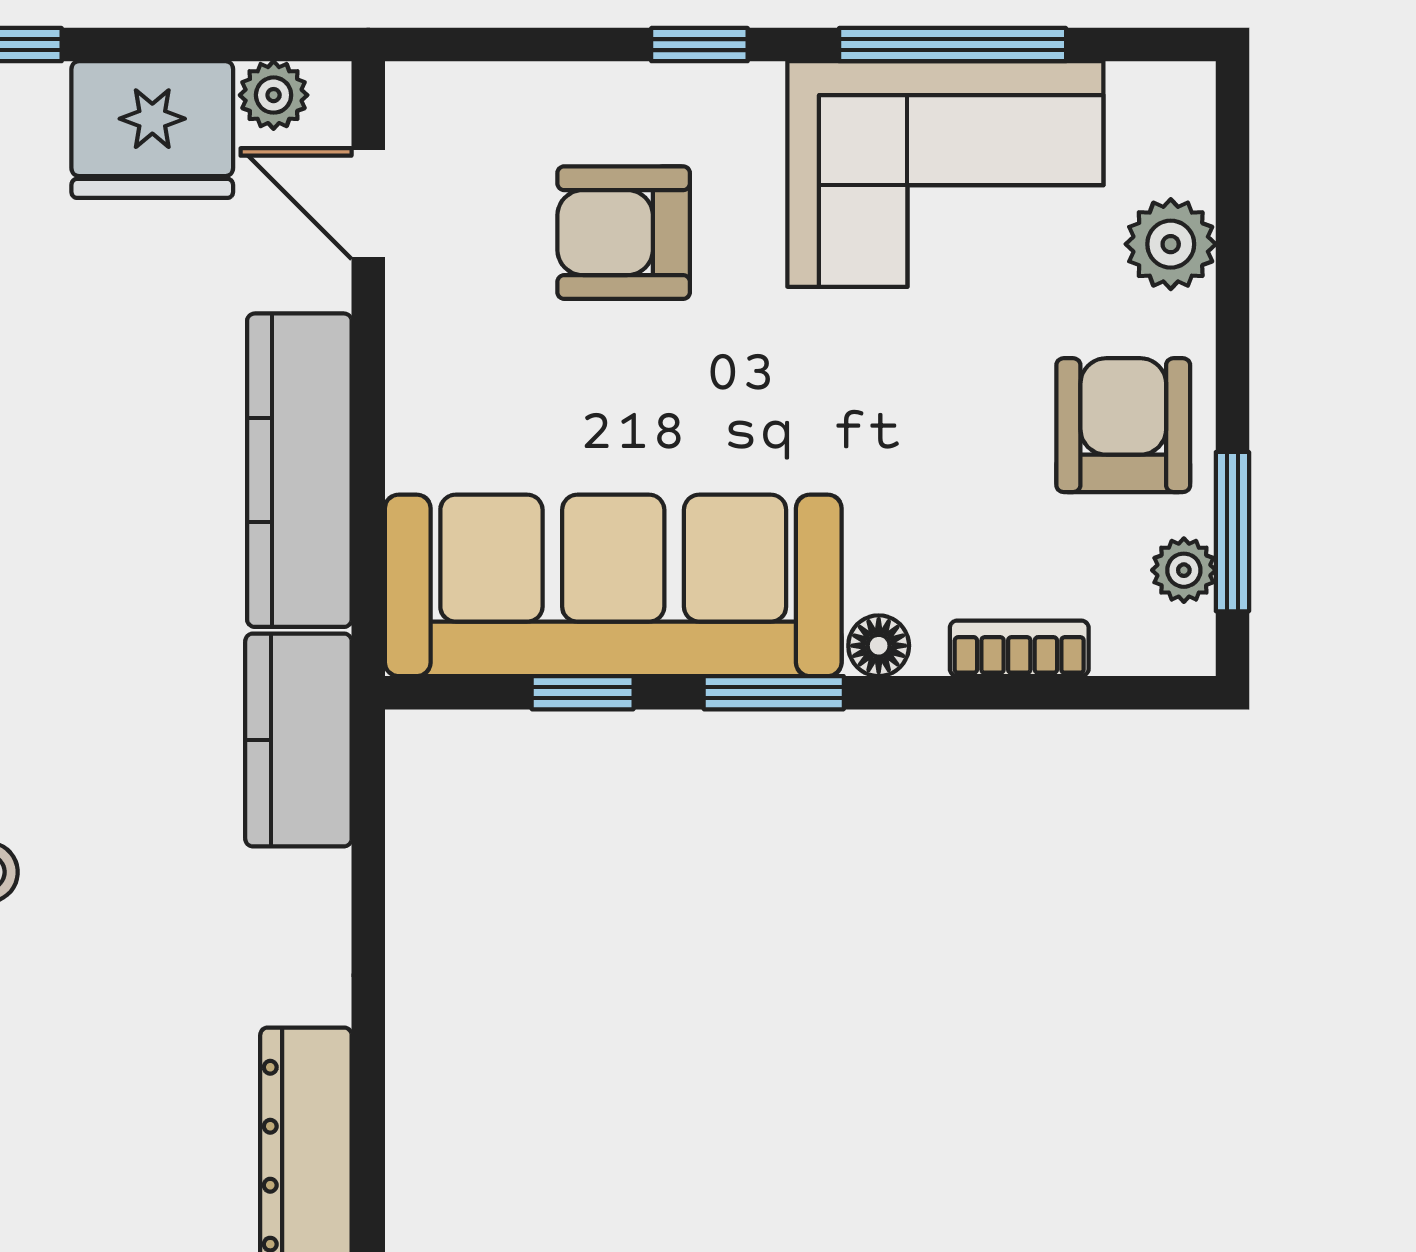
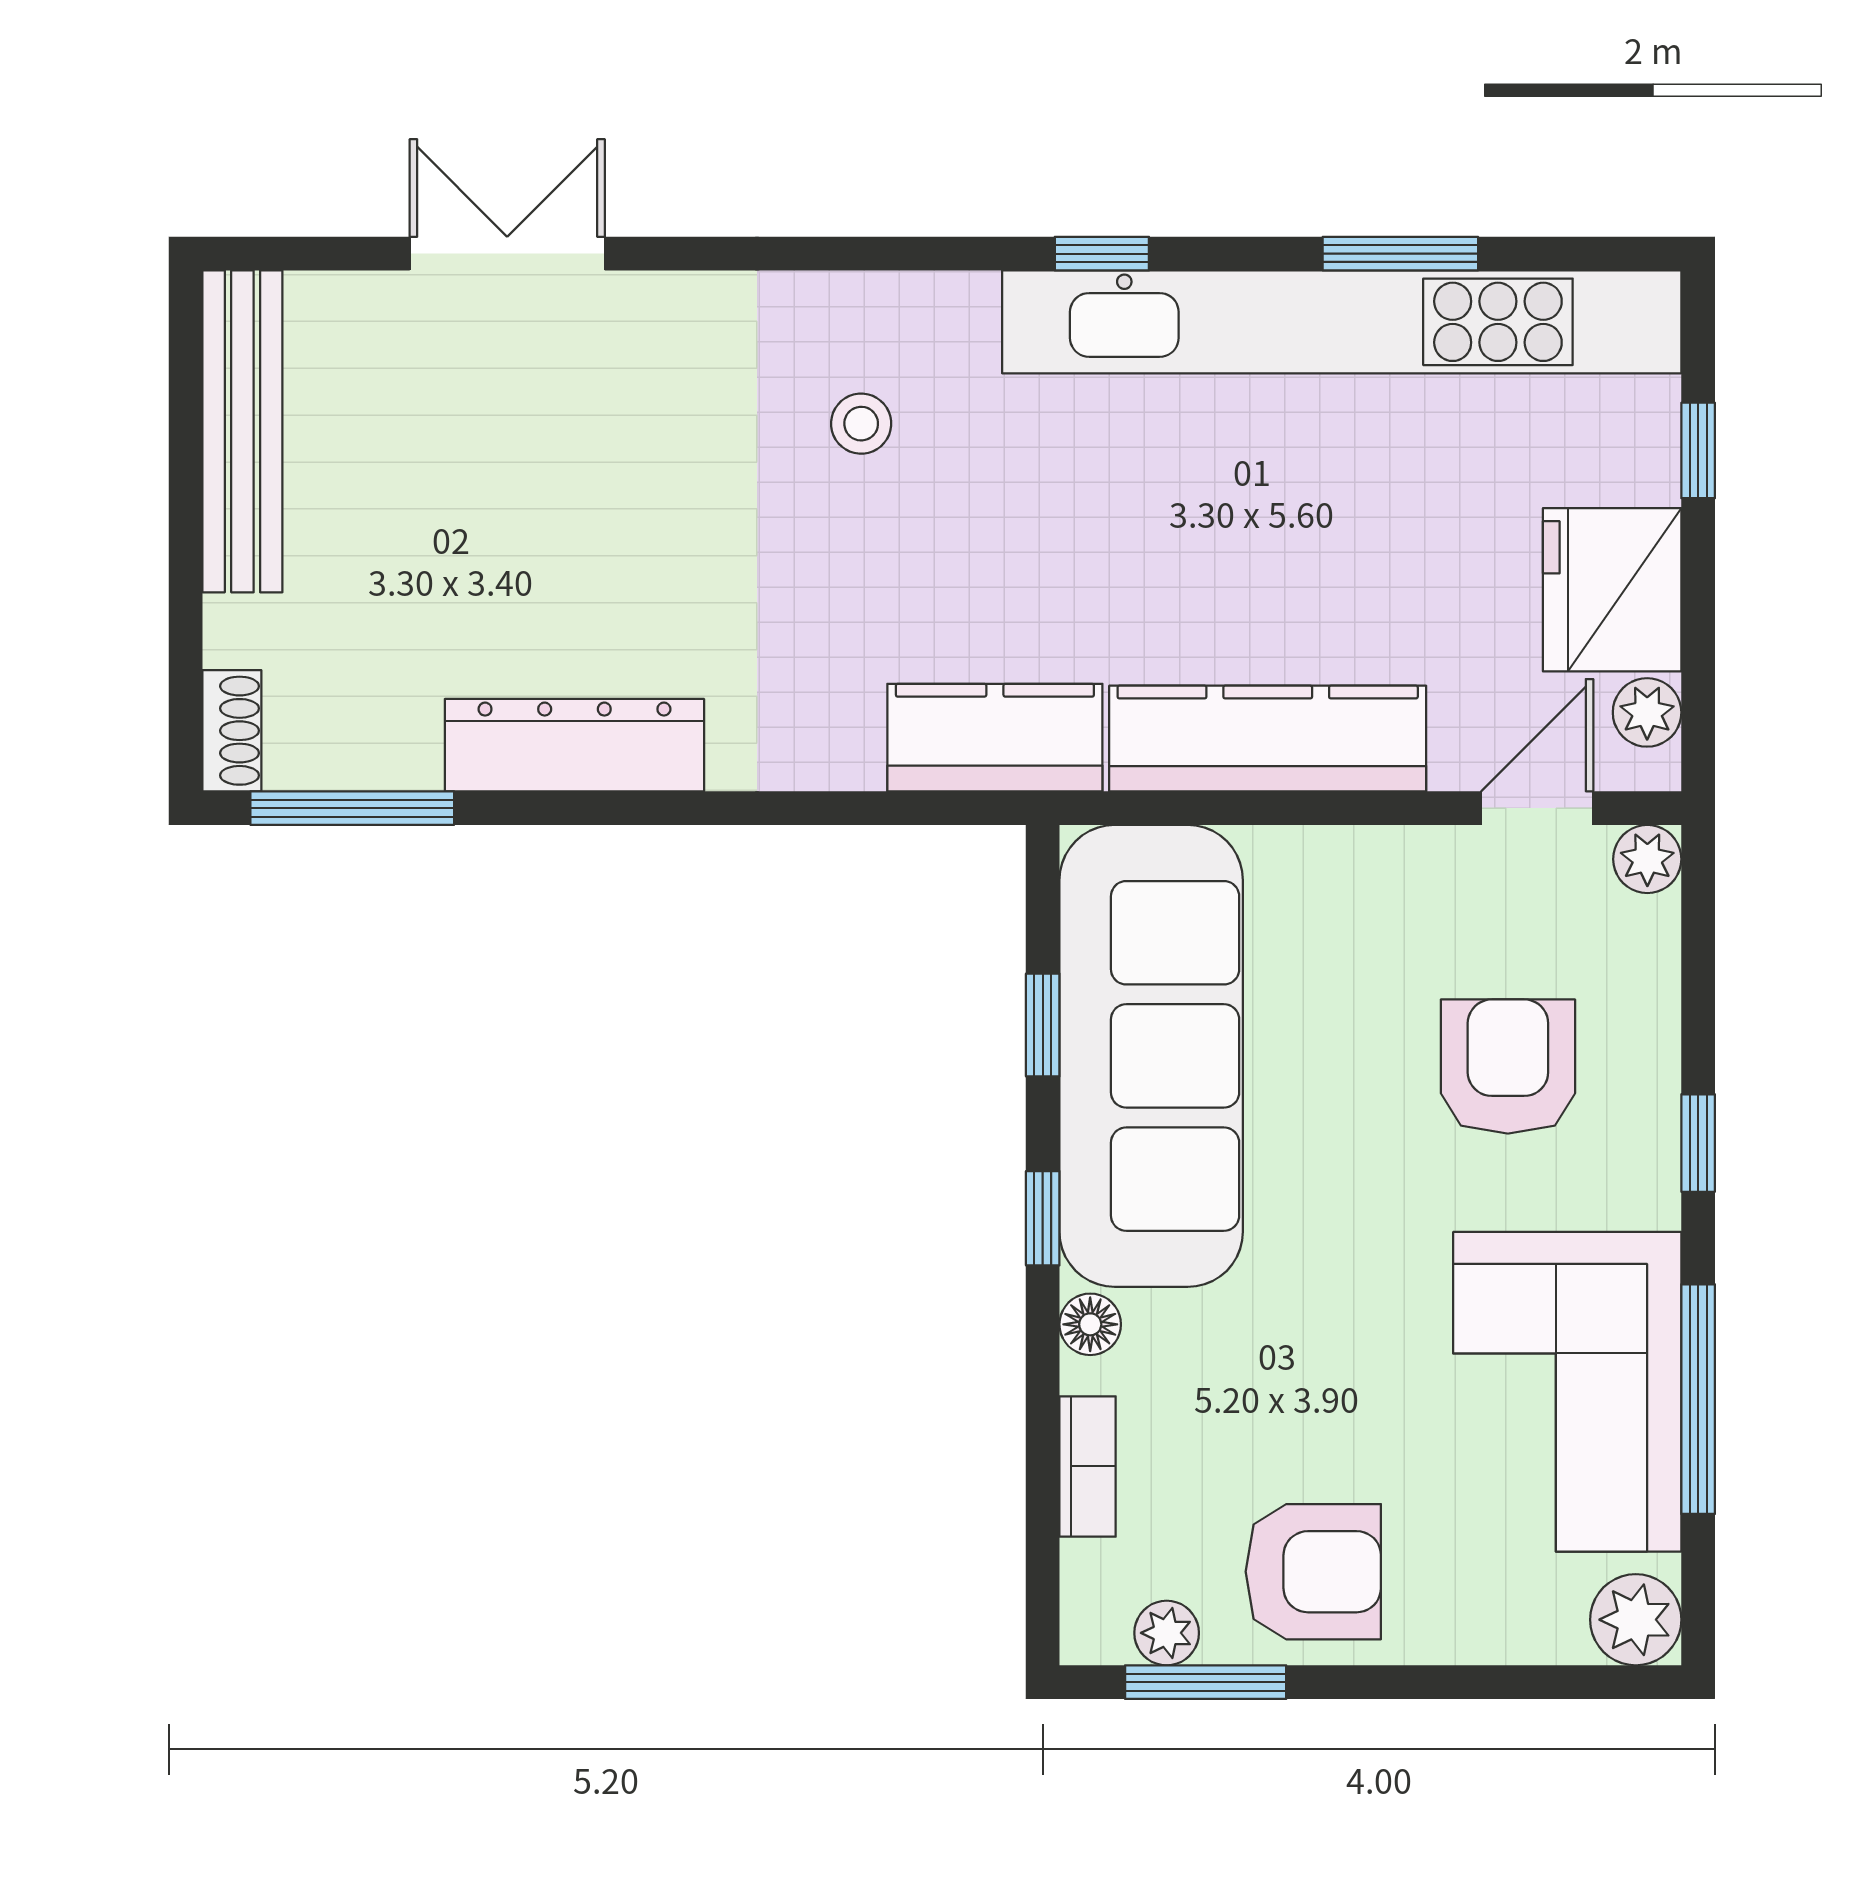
plant: (419, 95) -> (1647, 859), added
plant: (1171, 244) -> (1636, 1620), moved
window: (774, 693) -> (1043, 1218), width x0.67

